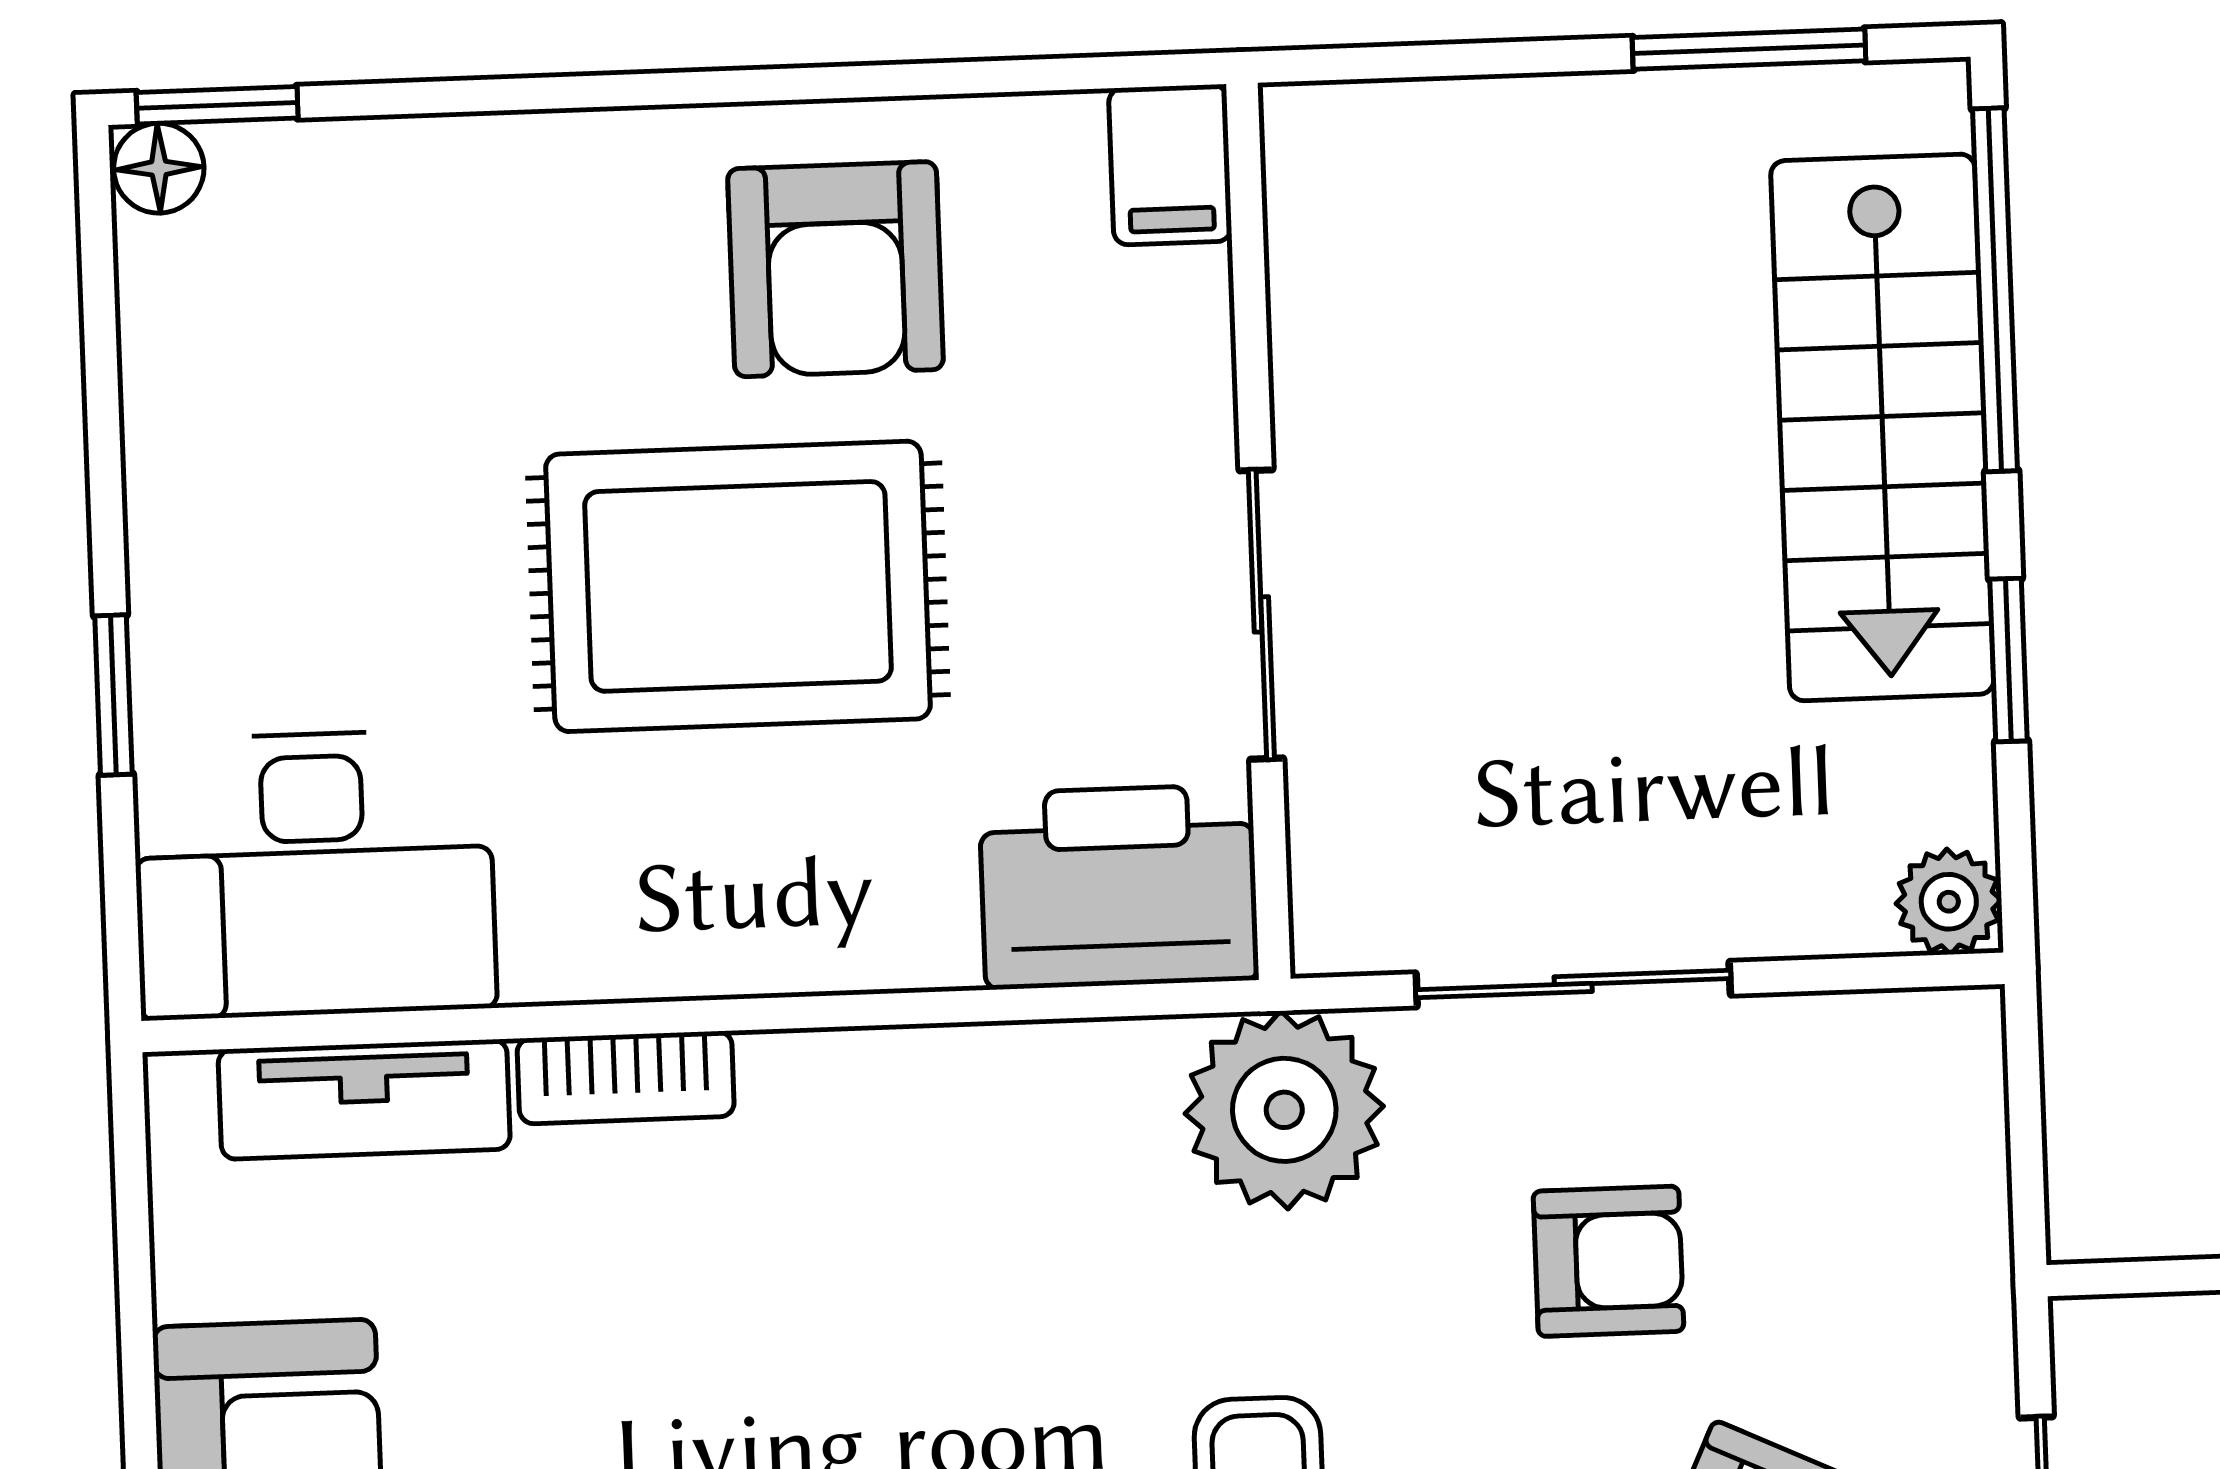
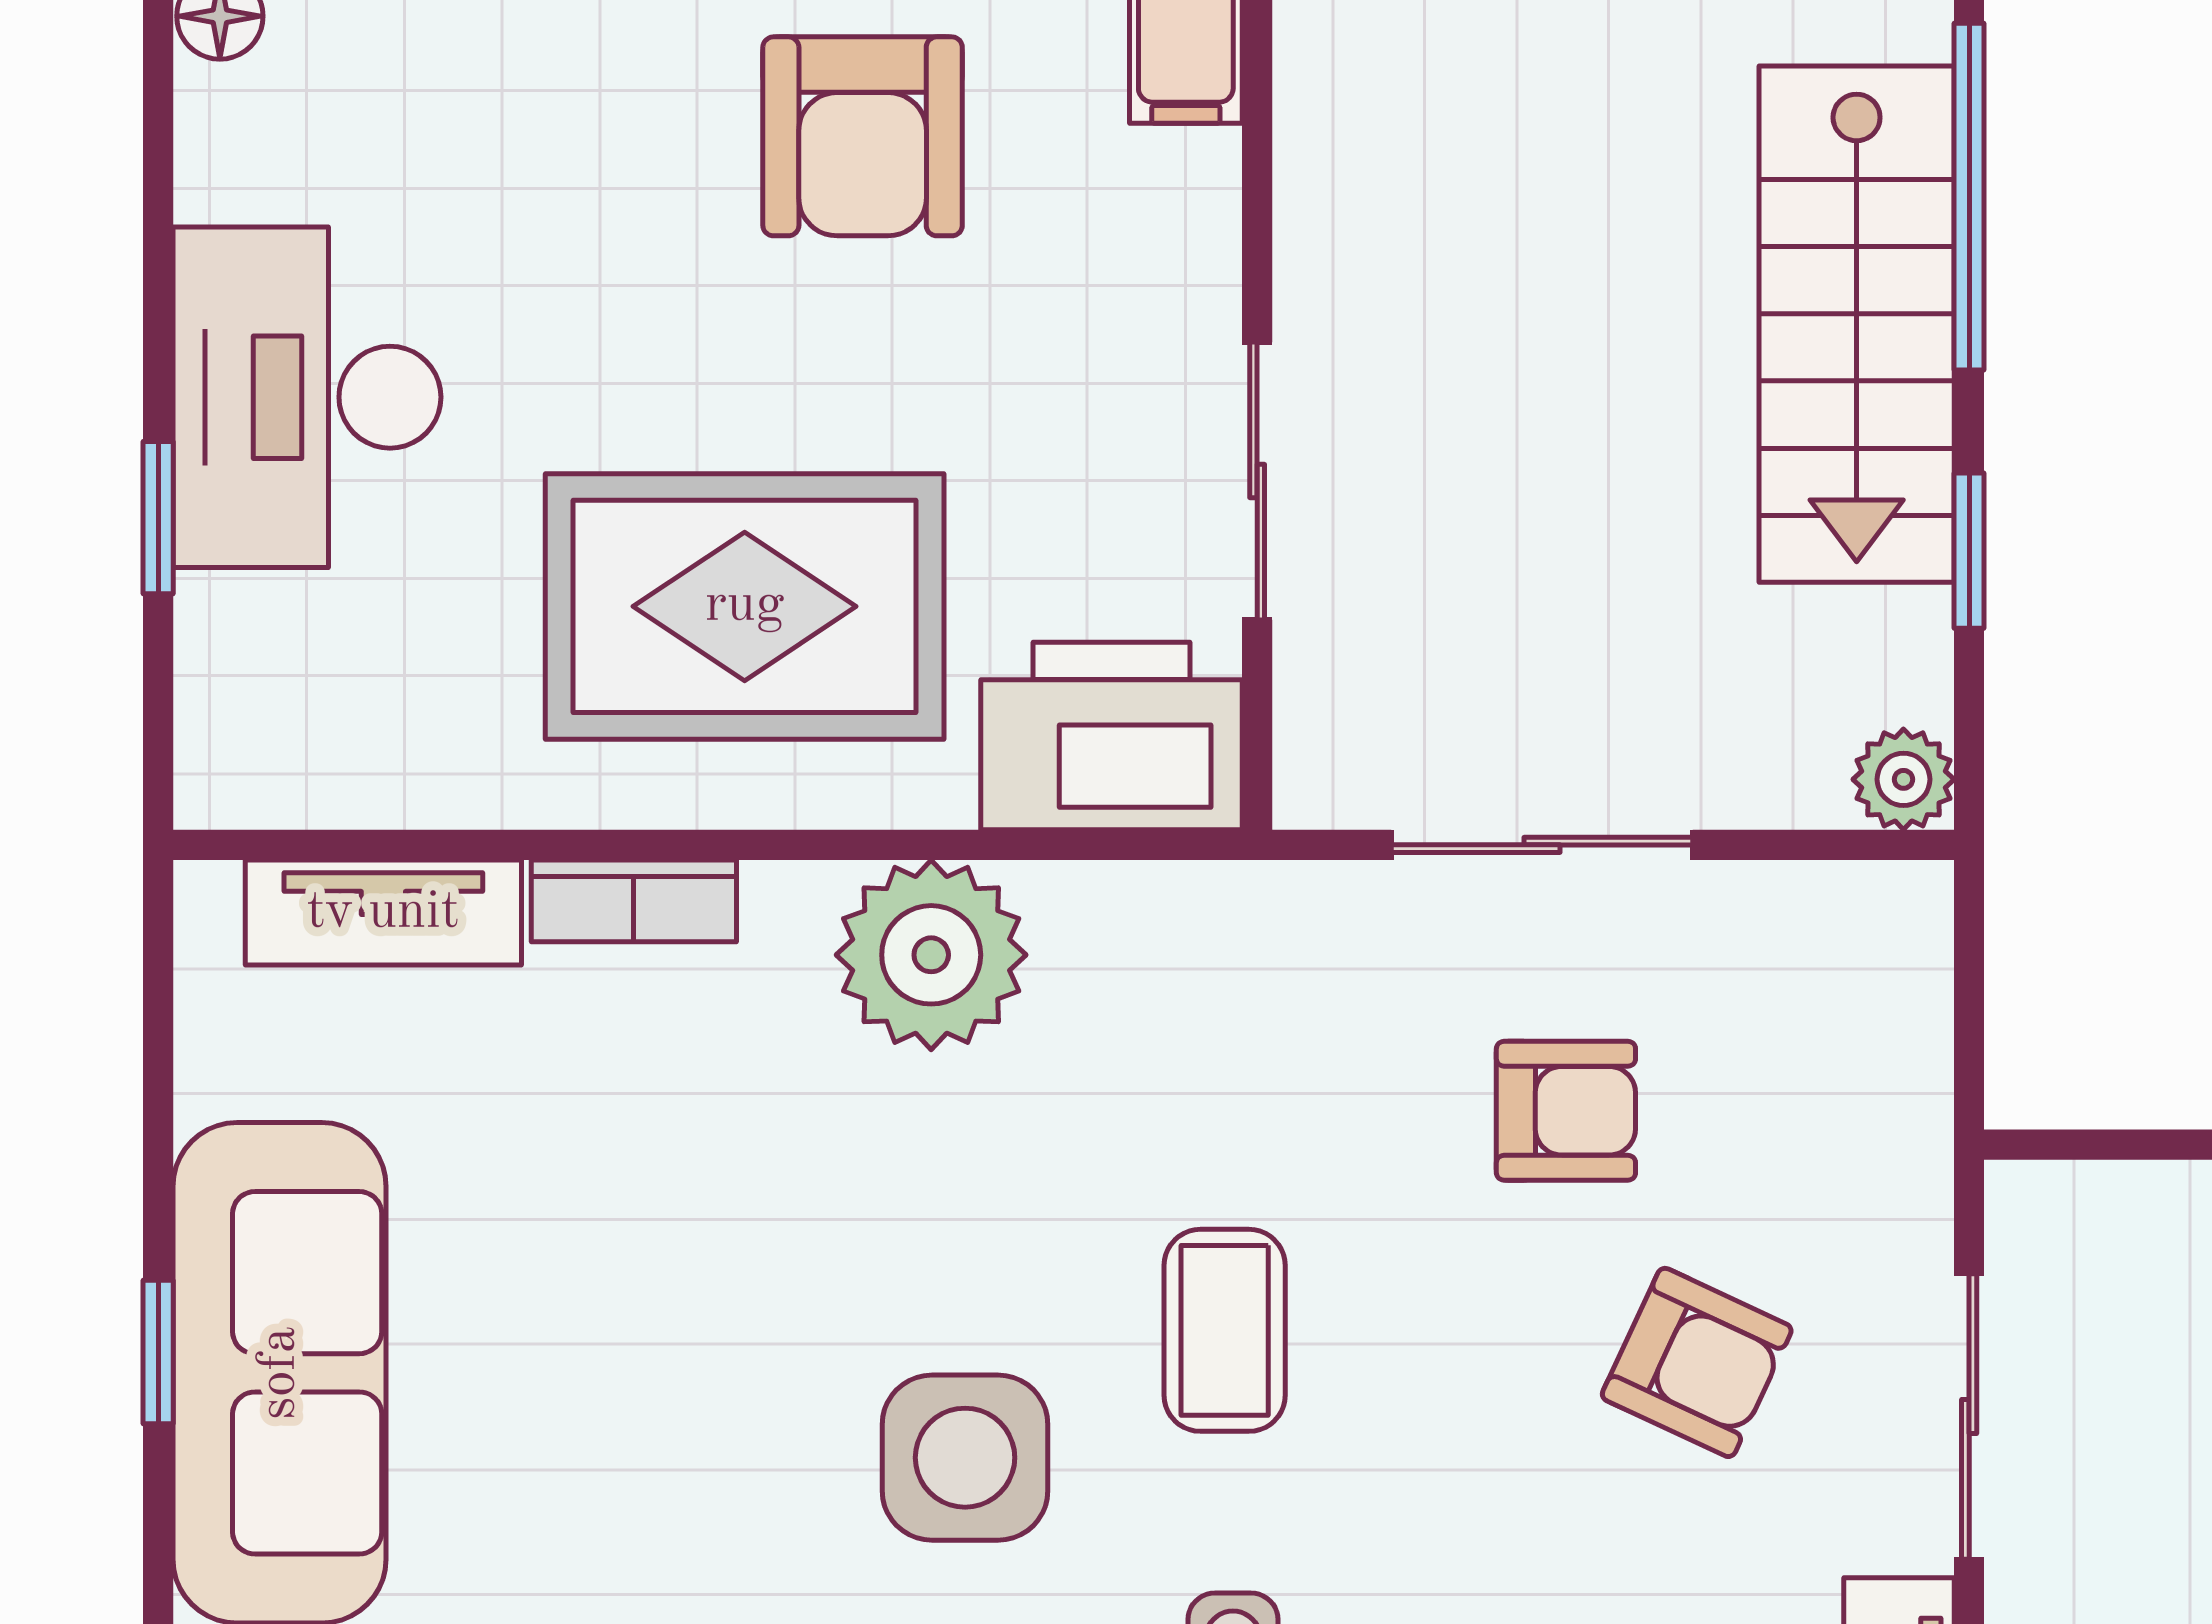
rug: (738, 586) -> (745, 606), moved
desk: (314, 874) -> (307, 397), moved, turned 90
plant: (1284, 1110) -> (931, 955), moved

